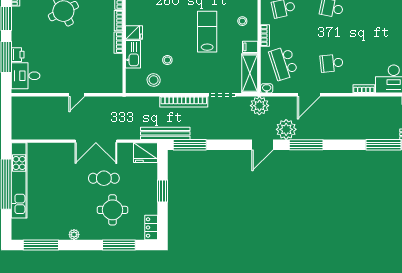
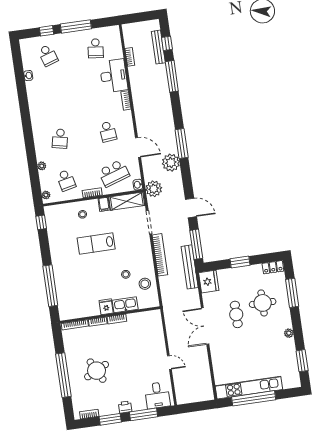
printer: (18, 55) -> (125, 407), moved
door: (77, 95) -> (169, 362), moved
double door: (96, 141) -> (205, 326), swing flipped
door: (262, 145) -> (191, 208), moved
window: (41, 245) -> (302, 361), width x0.69

